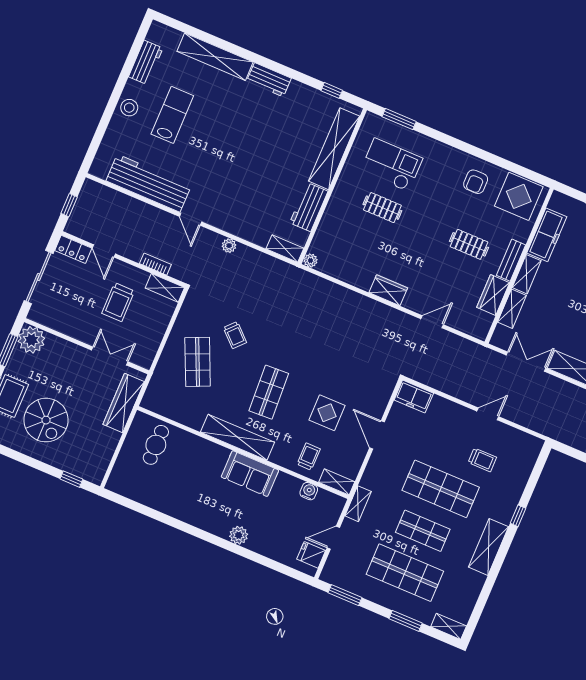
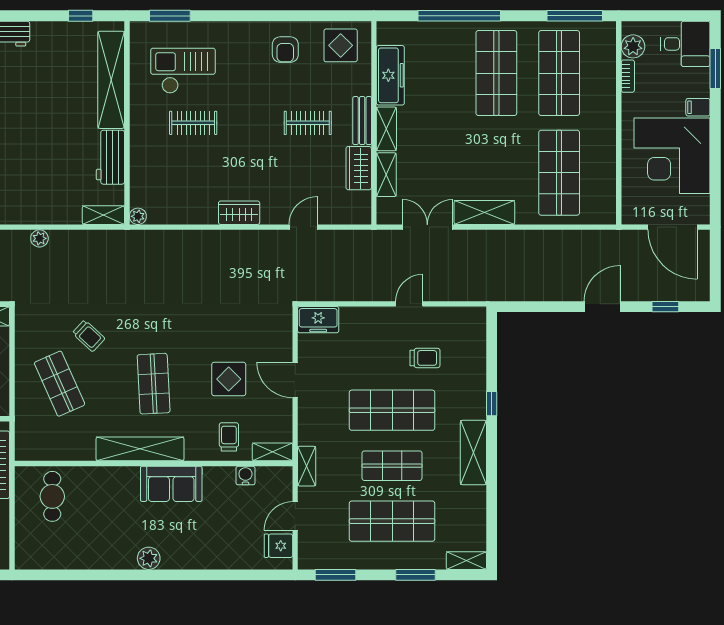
display table: (519, 196) -> (341, 45), width x0.73, depth x0.73
plant: (239, 535) -> (149, 558), moved

